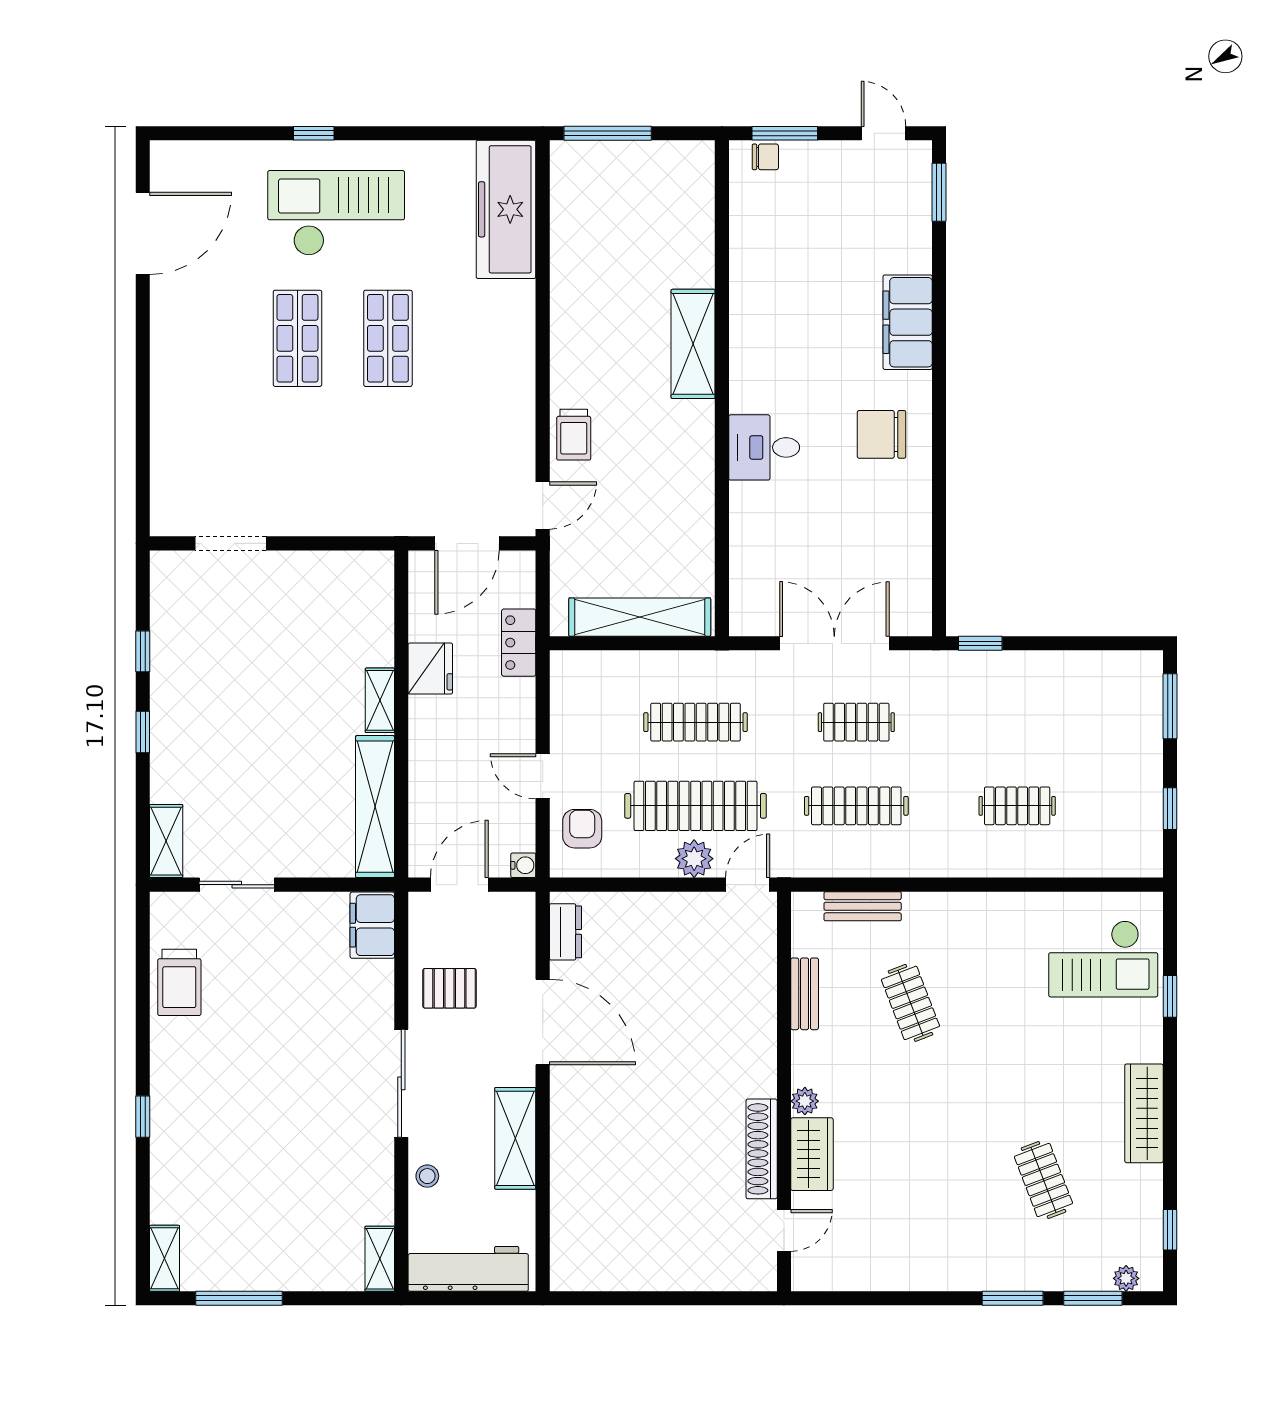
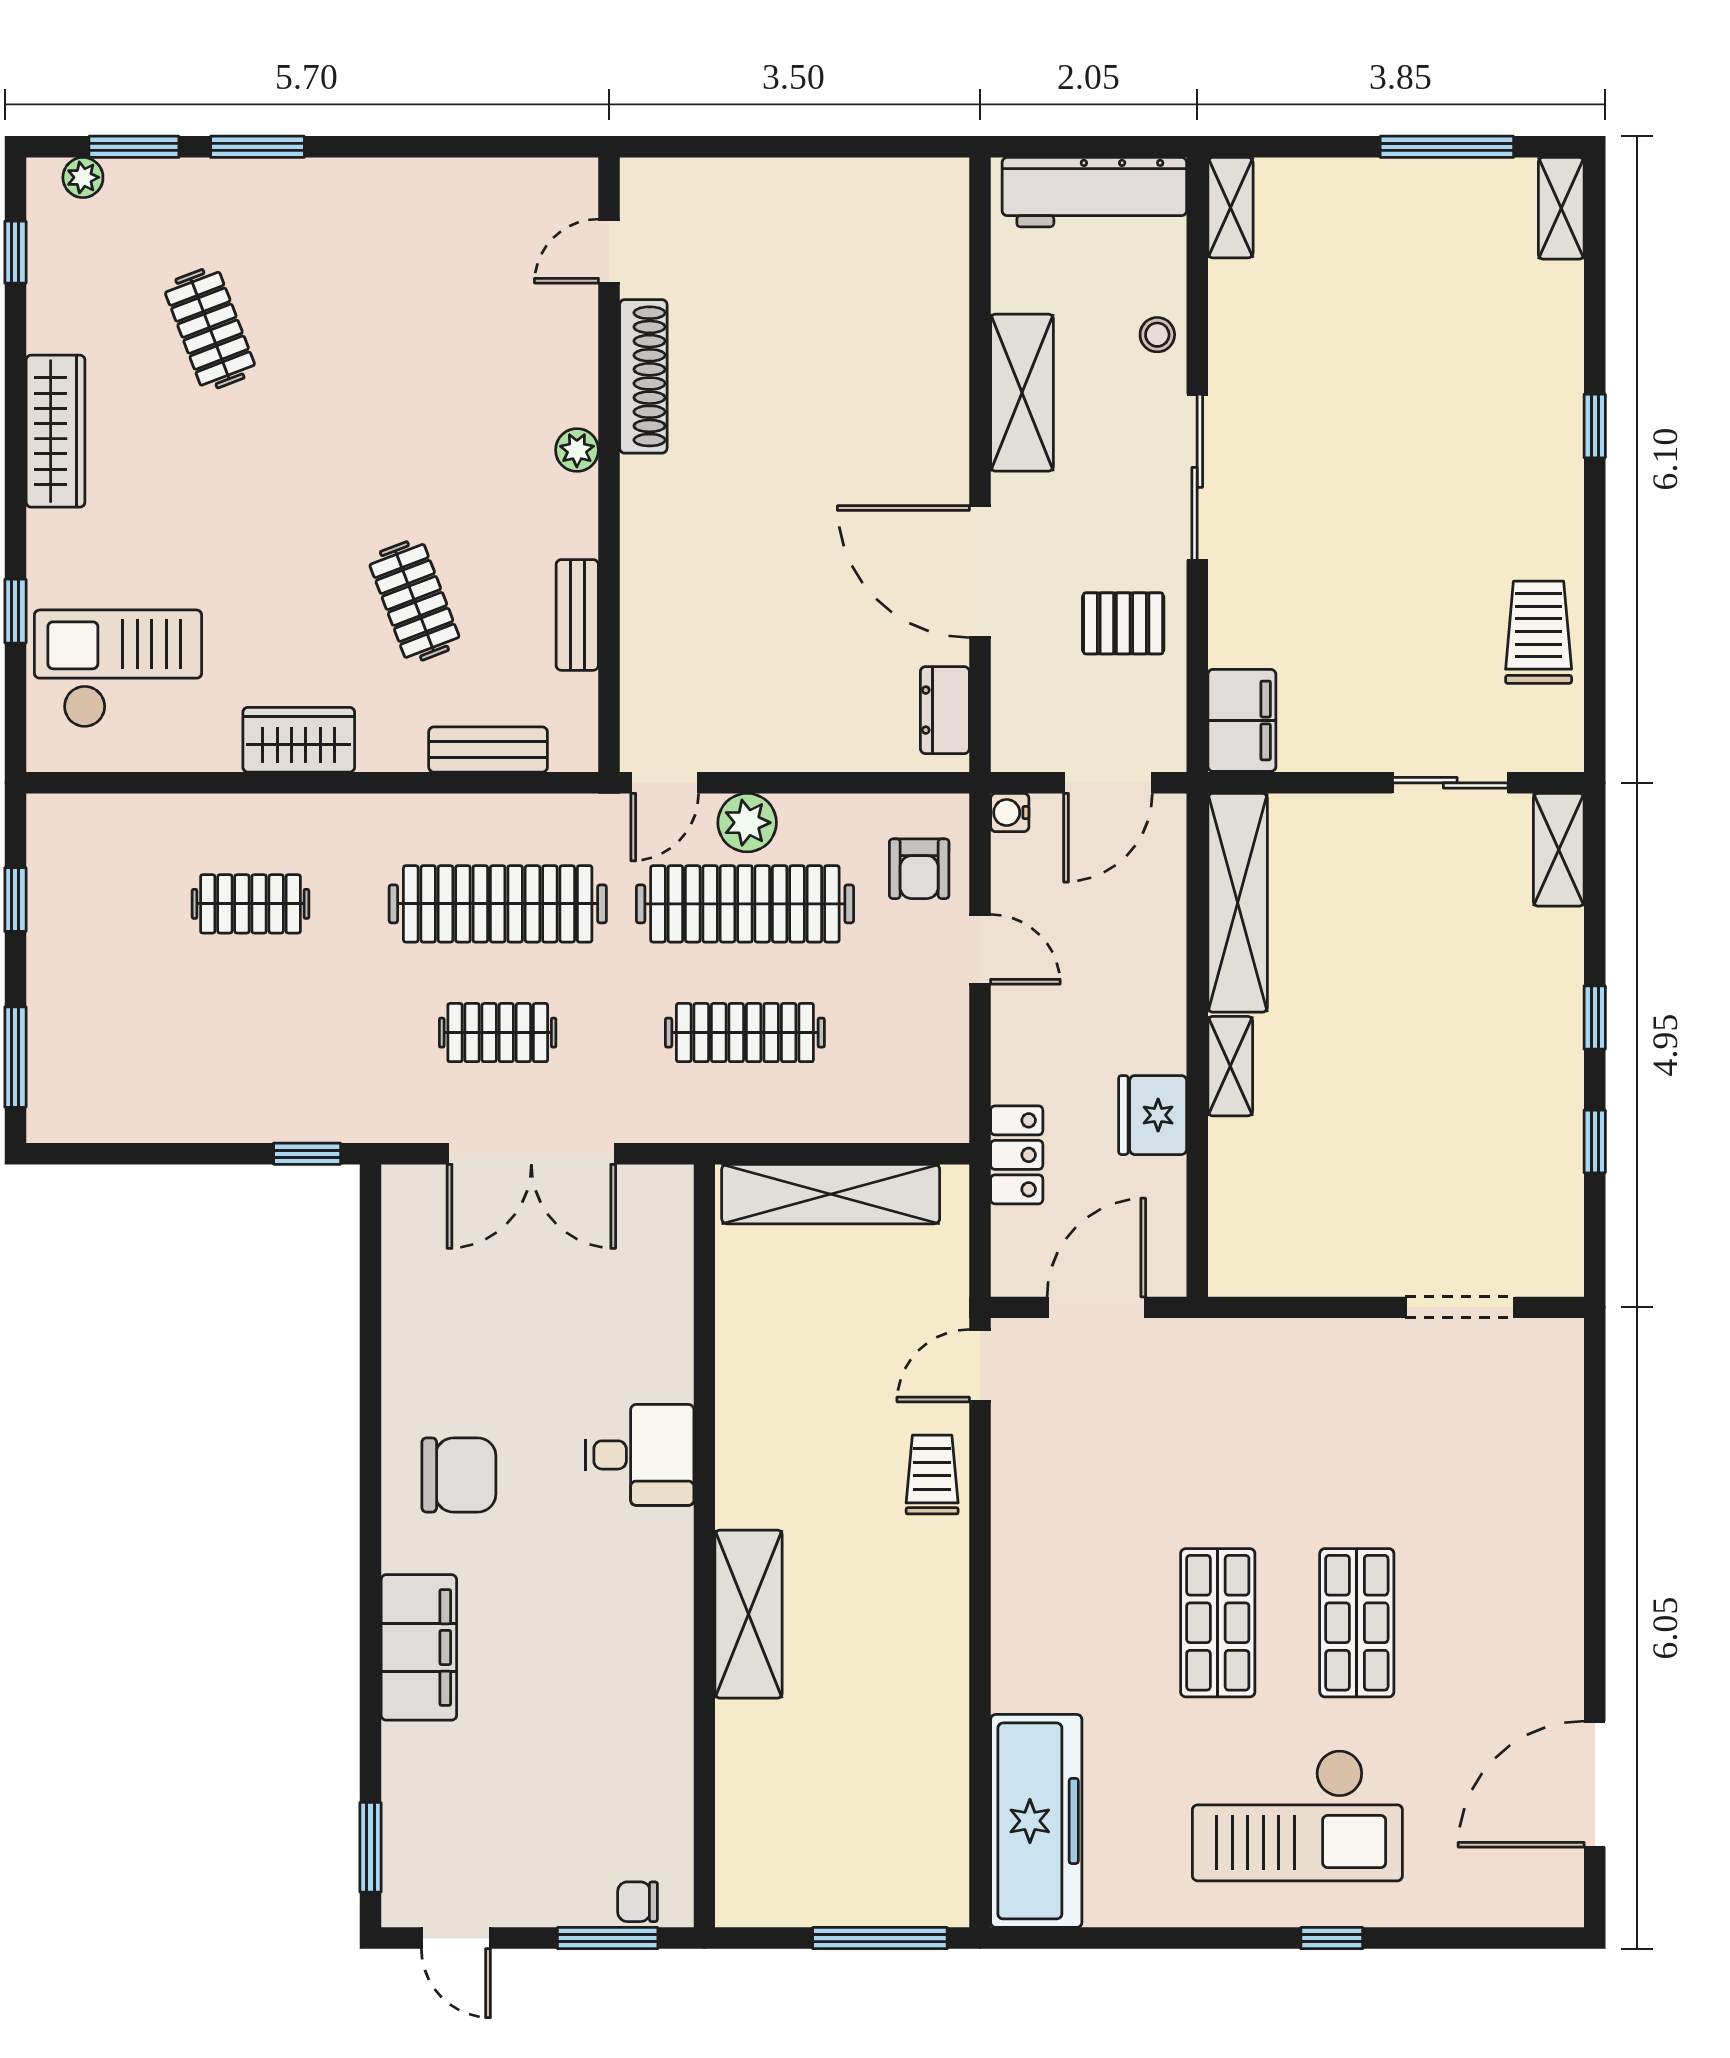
clothes rail: (856, 806) -> (498, 904), width x1.37, depth x1.31
wardrobe: (812, 1154) -> (299, 740), moved, turned 90

